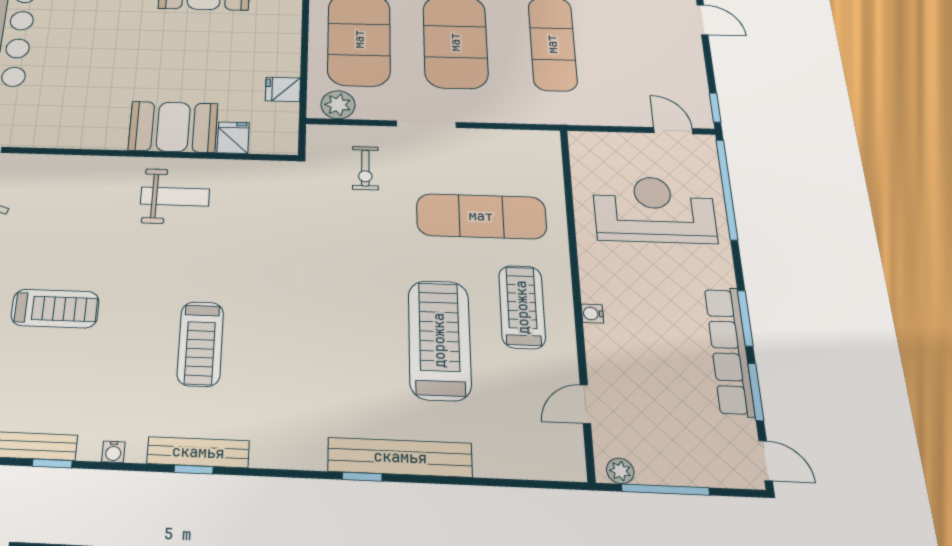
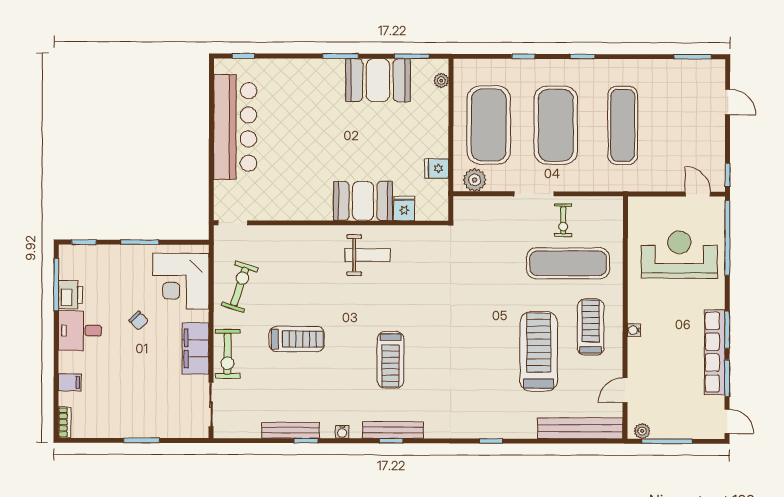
exercise bike: (365, 168) -> (563, 220), moved
bench: (400, 457) -> (580, 428), moved

